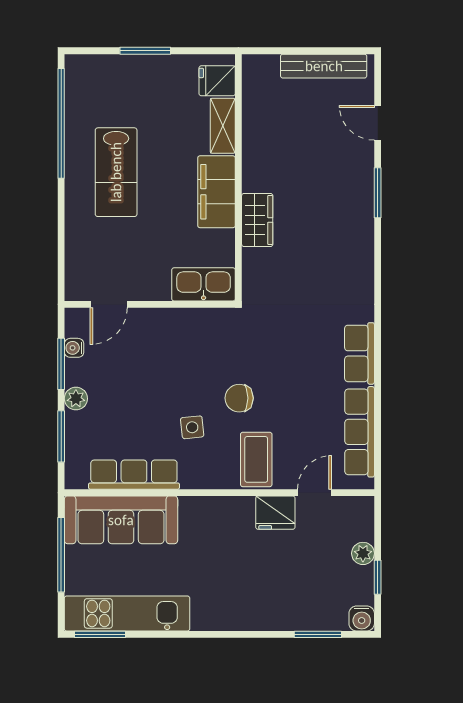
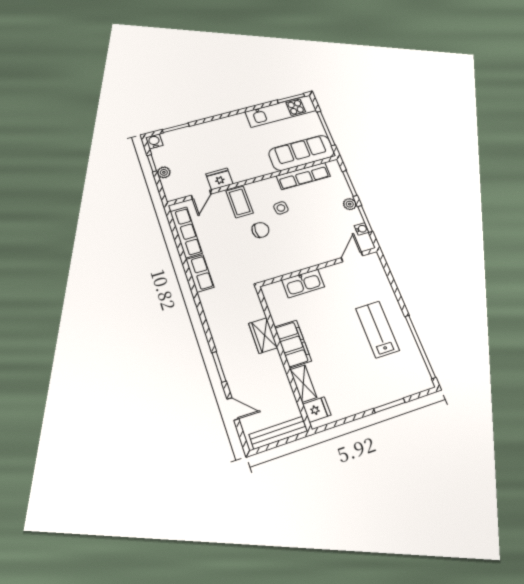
fridge: (217, 81) -> (317, 410), moved
shelving: (223, 126) -> (303, 384), moved
wall: (238, 178) -> (283, 356), moved
filing cabinet: (216, 192) -> (293, 344), moved
wardrobe: (257, 220) -> (263, 335), moved

